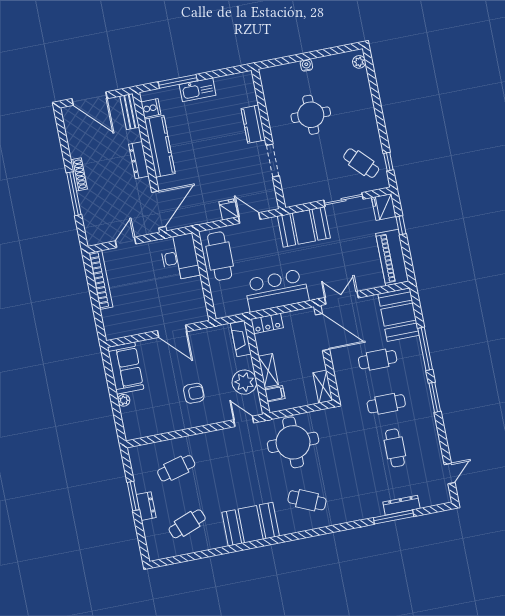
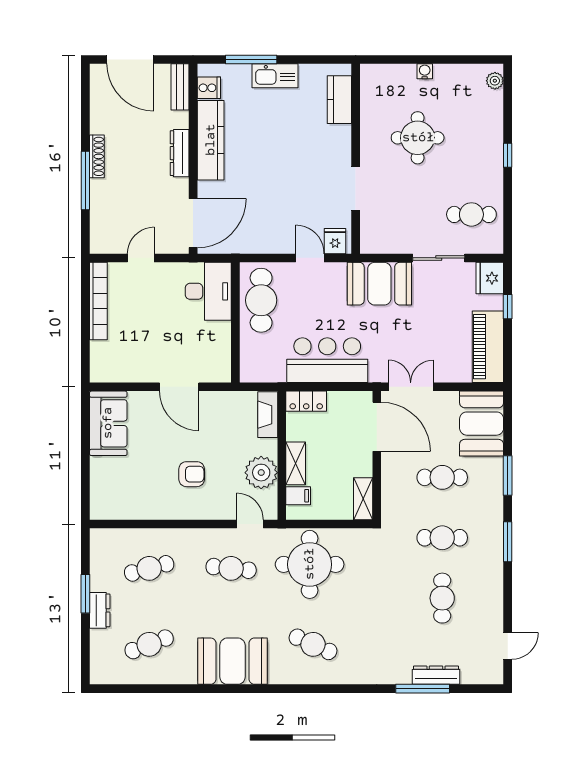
kitchen counter: (253, 124) -> (339, 100), moved
window: (388, 162) -> (508, 155), moved
cafe table: (361, 163) -> (471, 214), turned -46
fridge: (229, 209) -> (335, 241), moved
window: (425, 349) -> (508, 476), width x0.69
plant: (124, 400) -> (98, 465), removed
cafe table: (236, 457) -> (231, 568), added

